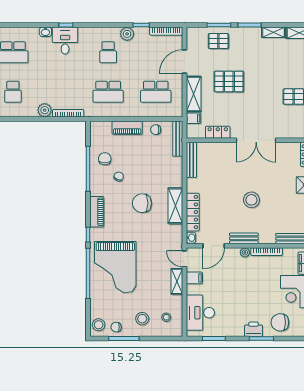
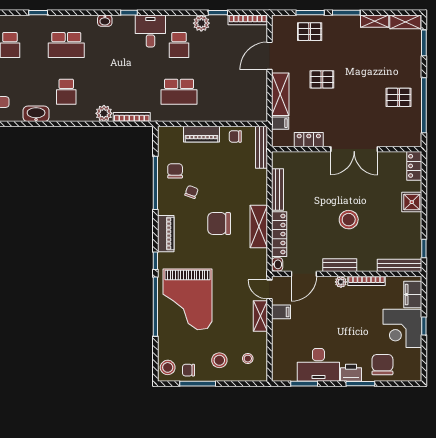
desk: (65, 41) -> (150, 31), moved
pallet: (229, 81) -> (322, 79), width x0.67, depth x0.71
school desk: (156, 92) -> (235, 92), removed
bench: (191, 160) -> (278, 189), moved
desk: (200, 313) -> (318, 365), moved, turned -90
chair: (280, 322) -> (382, 365), turned 90

